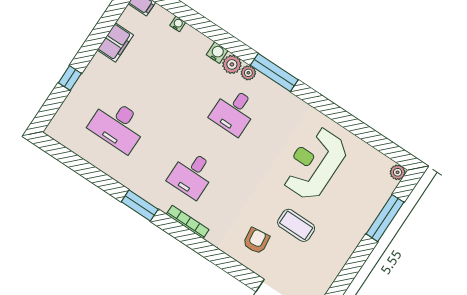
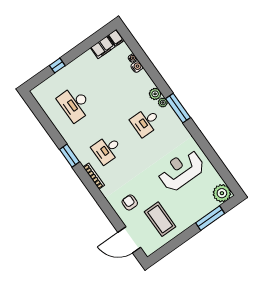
filing cabinet: (115, 43) -> (103, 47), moved
water cooler: (217, 53) -> (137, 67), moved
plant: (398, 172) -> (222, 193), width x1.88, depth x1.88
coffee table: (296, 225) -> (160, 219), moved, width x1.36, depth x1.32
armchair: (256, 241) -> (130, 203), turned -83

